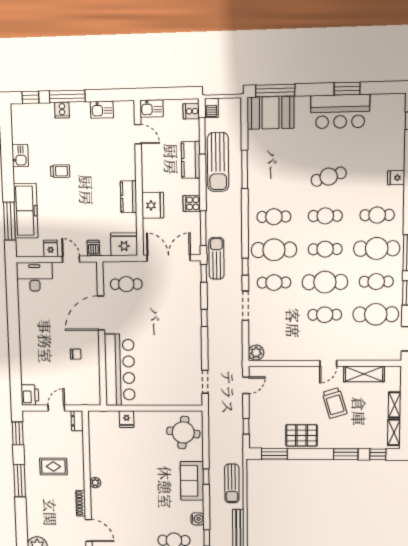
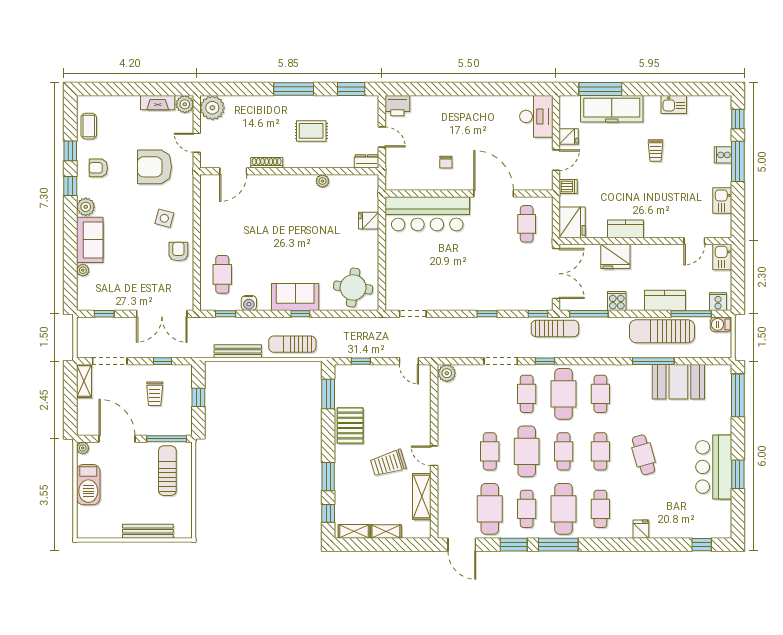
booth: (271, 113) -> (678, 382), moved, turned 90
rug: (53, 467) -> (311, 131), turned 90
plant: (95, 483) -> (322, 181), moved

